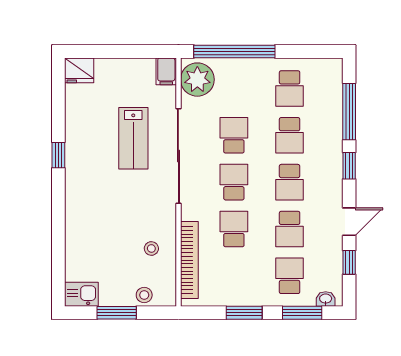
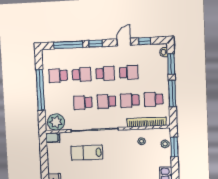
window: (234, 52) -> (40, 90), moved
school desk: (290, 88) -> (58, 76), turned 180
lab bench: (133, 138) -> (87, 153), turned 180
door: (349, 222) -> (124, 42), hinge flipped
school desk: (290, 276) -> (154, 99), moved
window: (117, 313) -> (174, 147), moved
window: (244, 313) -> (172, 93), width x1.44

